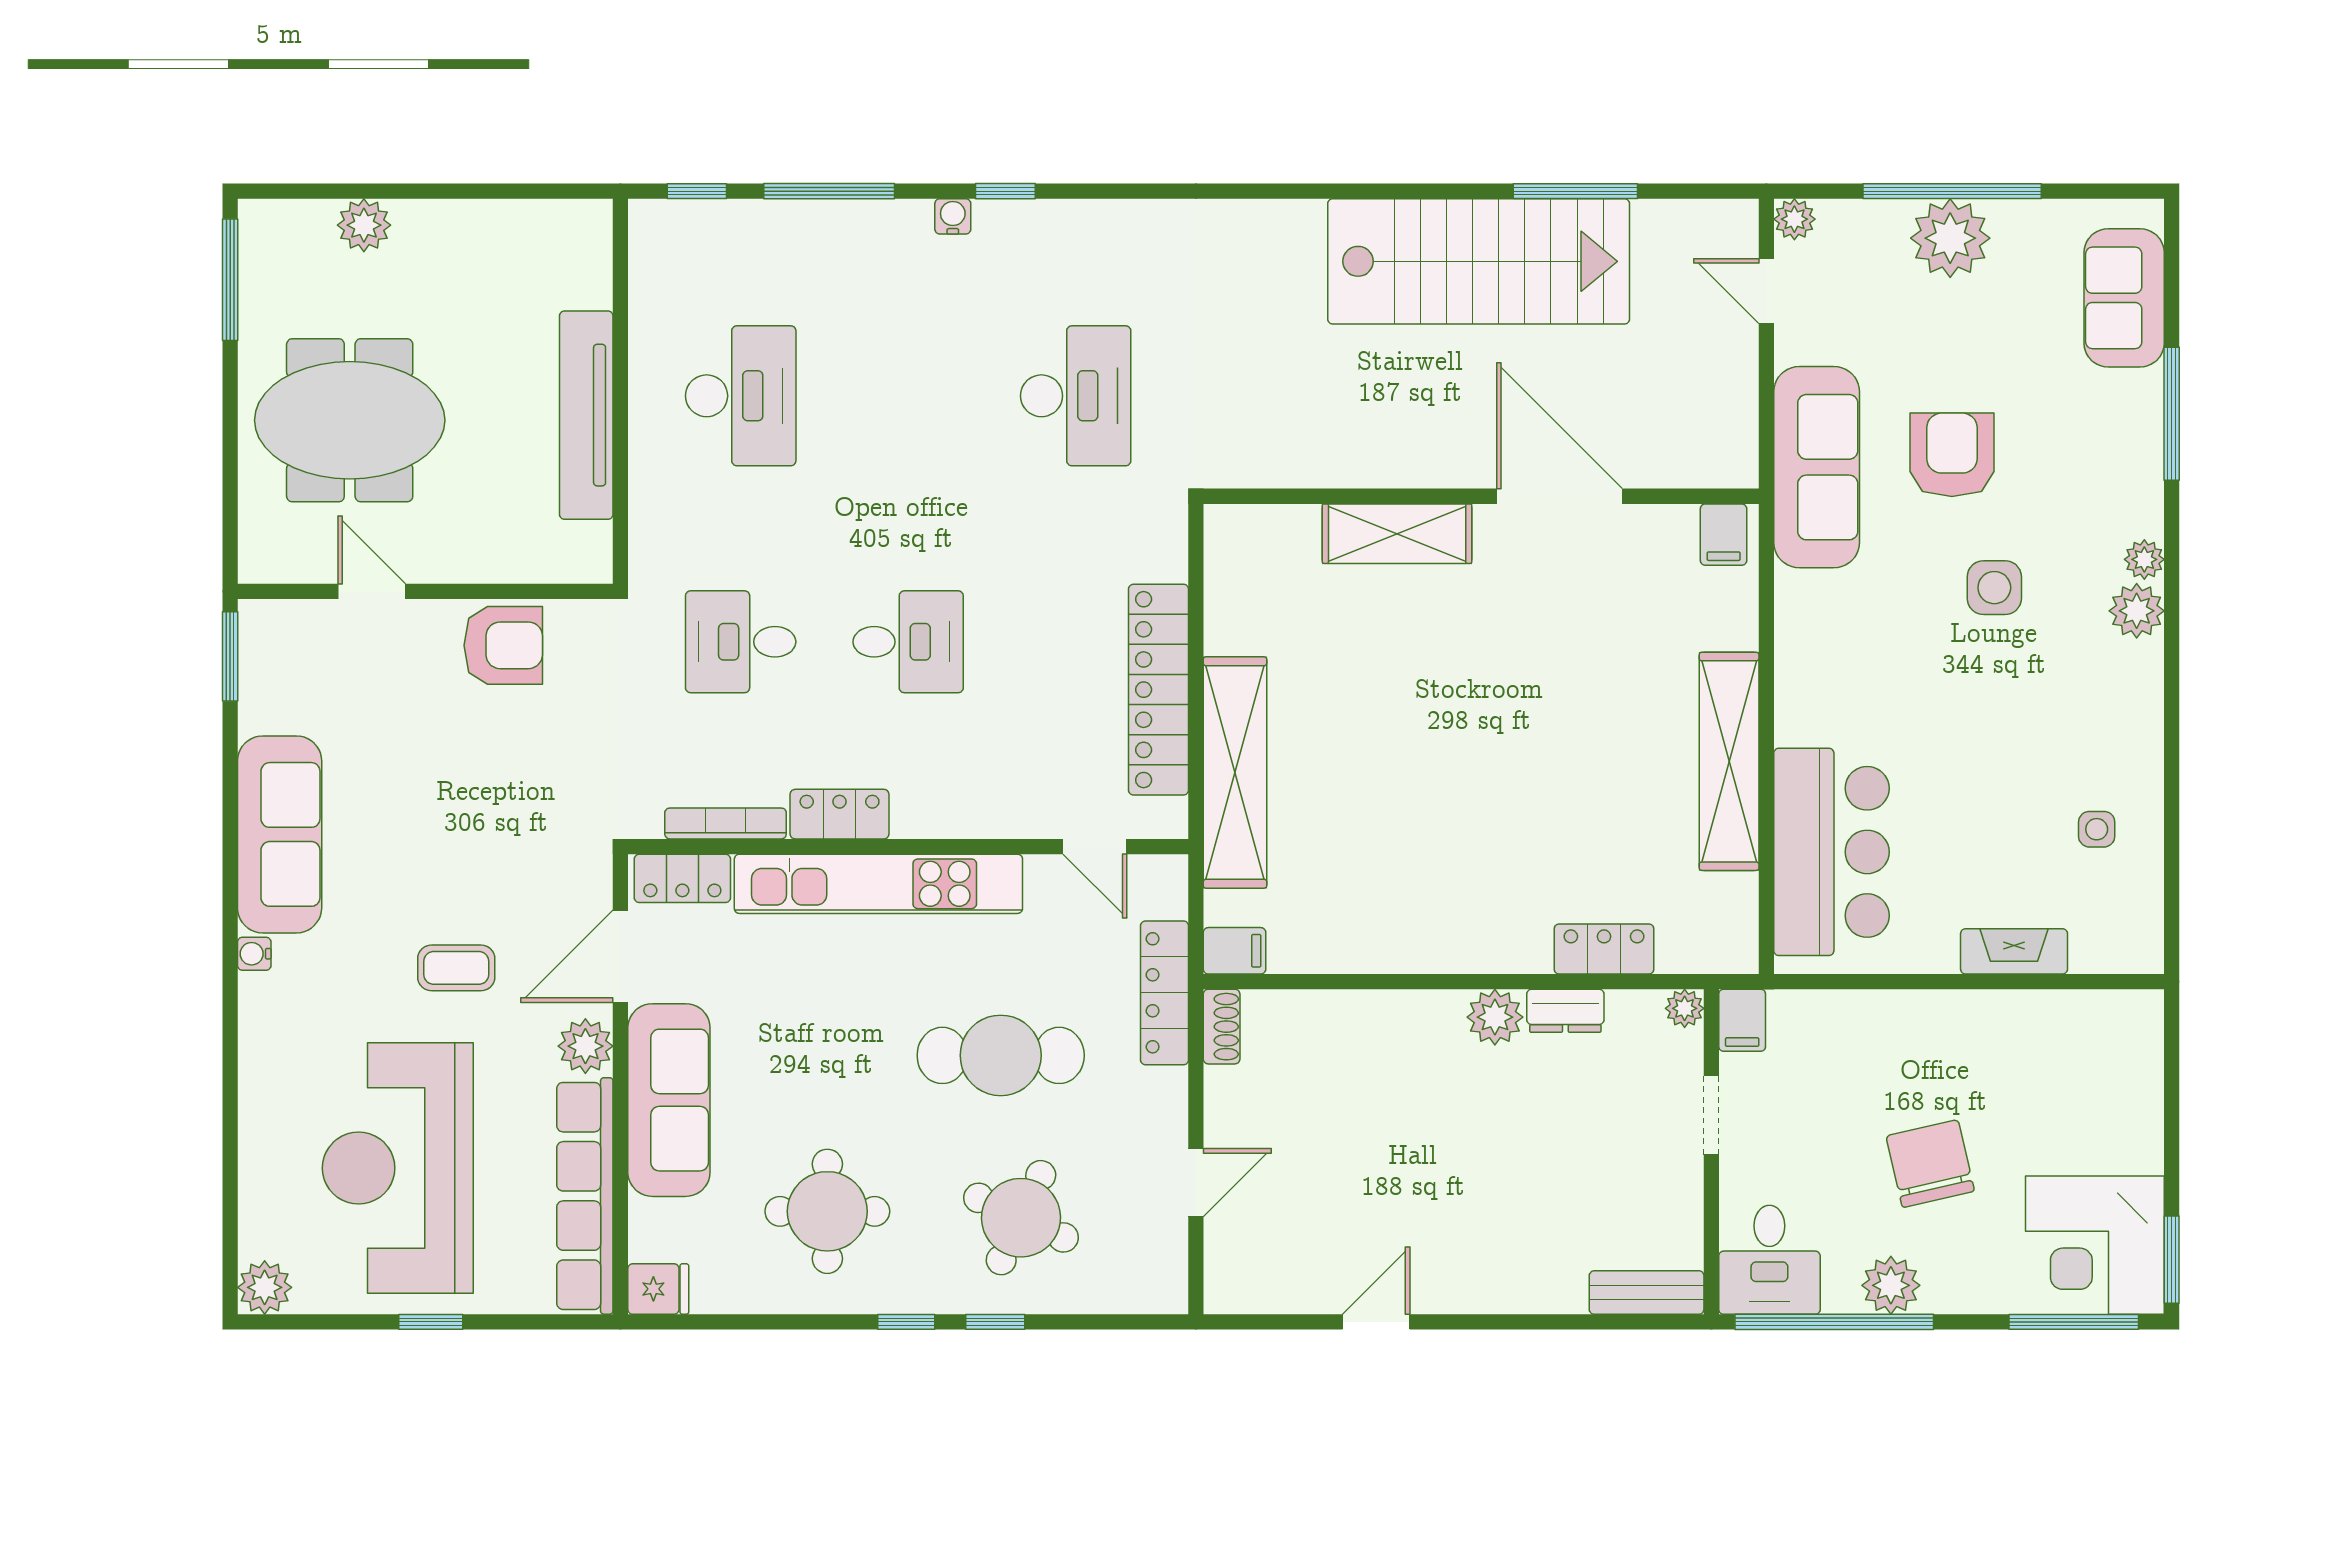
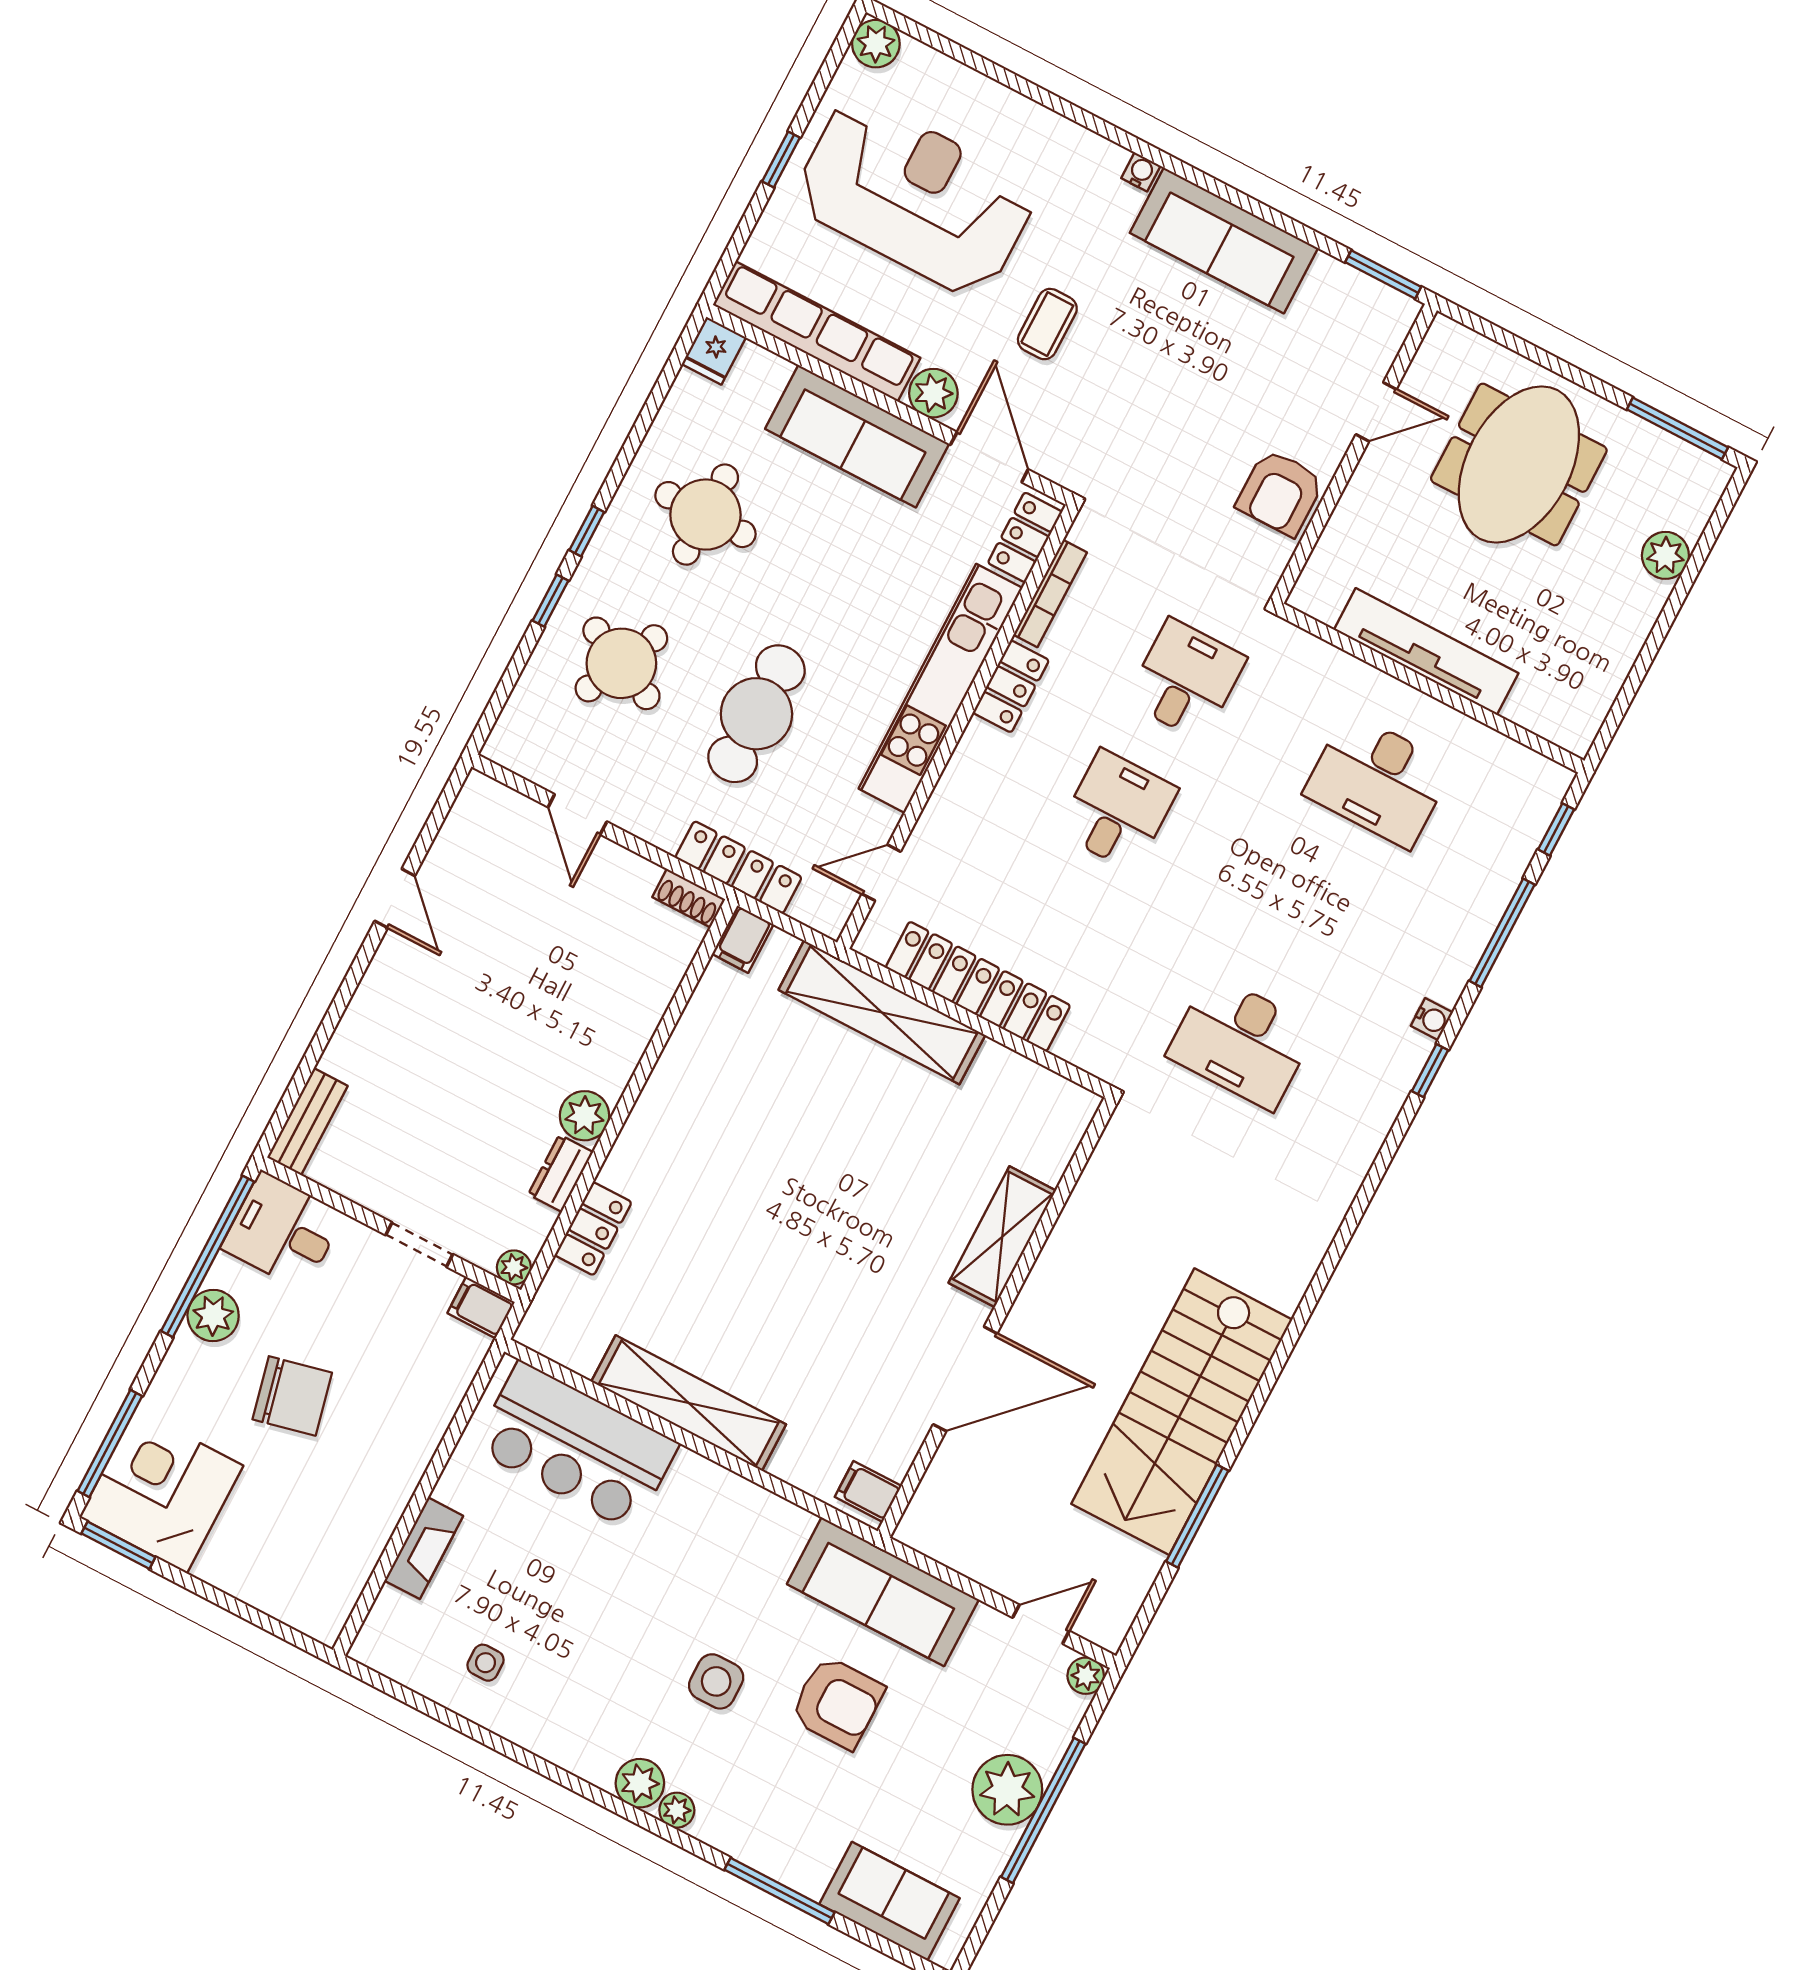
desk: (908, 642) -> (1118, 810), turned 180

